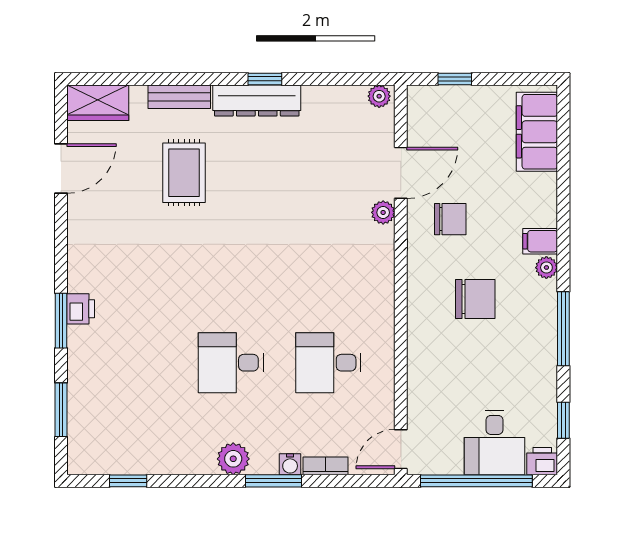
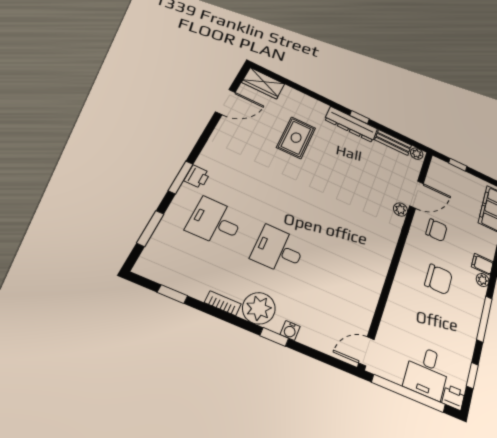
bench: (179, 97) -> (393, 143), moved
desk: (328, 363) -> (215, 222), moved
plant: (233, 459) -> (259, 308), width x1.36, depth x1.36
bookcase: (325, 466) -> (223, 303), moved
window: (273, 481) -> (274, 337), width x0.67

